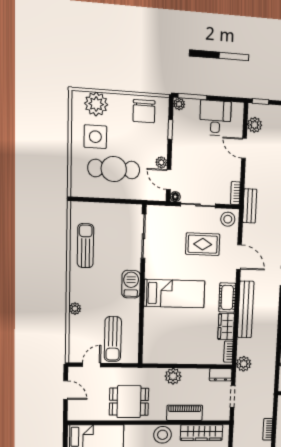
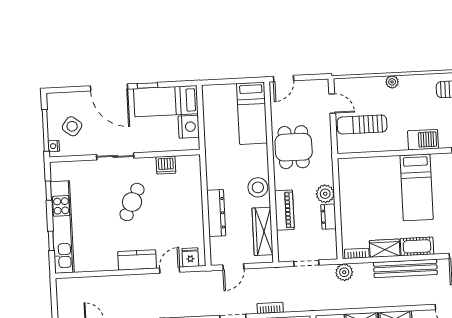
dresser: (221, 375) -> (329, 217), moved
door: (66, 390) -> (283, 79), moved

